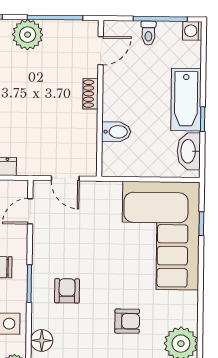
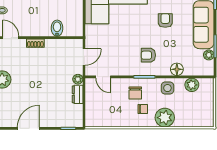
plant: (27, 167) -> (78, 79), added

